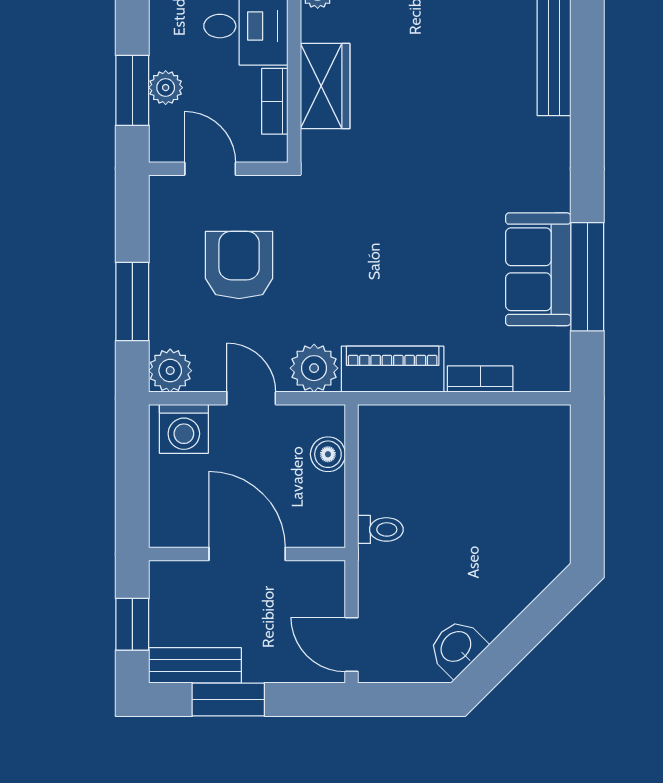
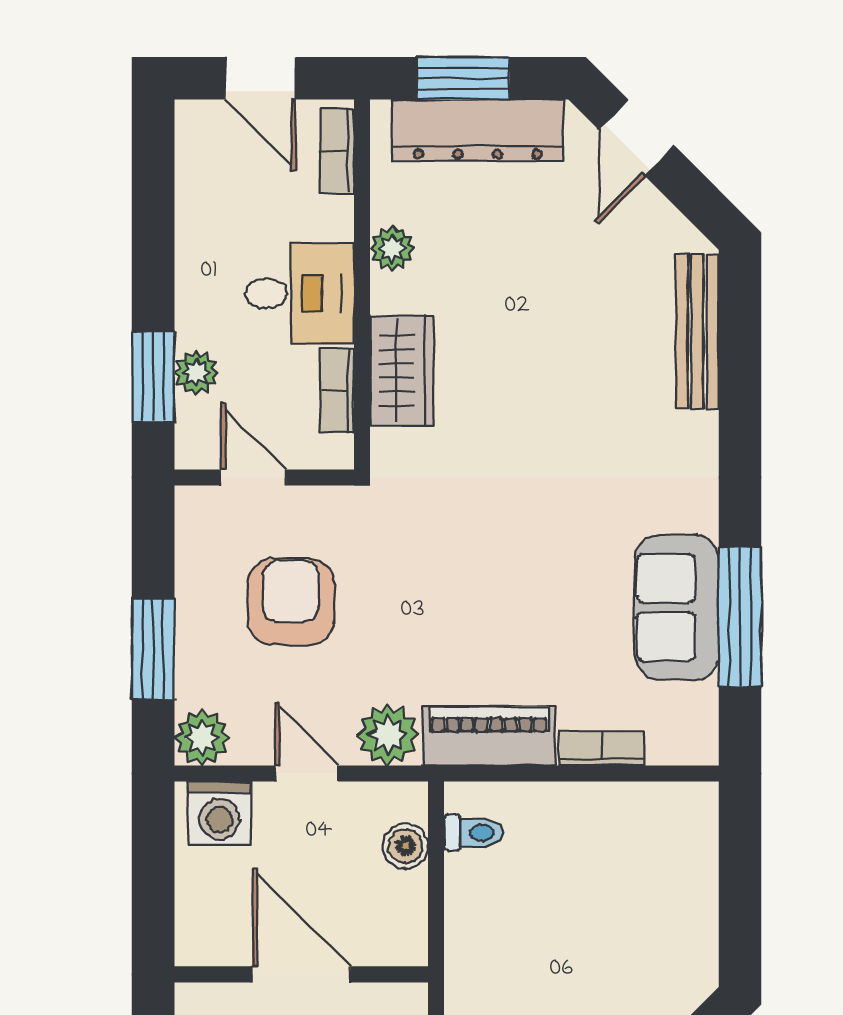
toilet: (380, 529) -> (473, 833), moved

